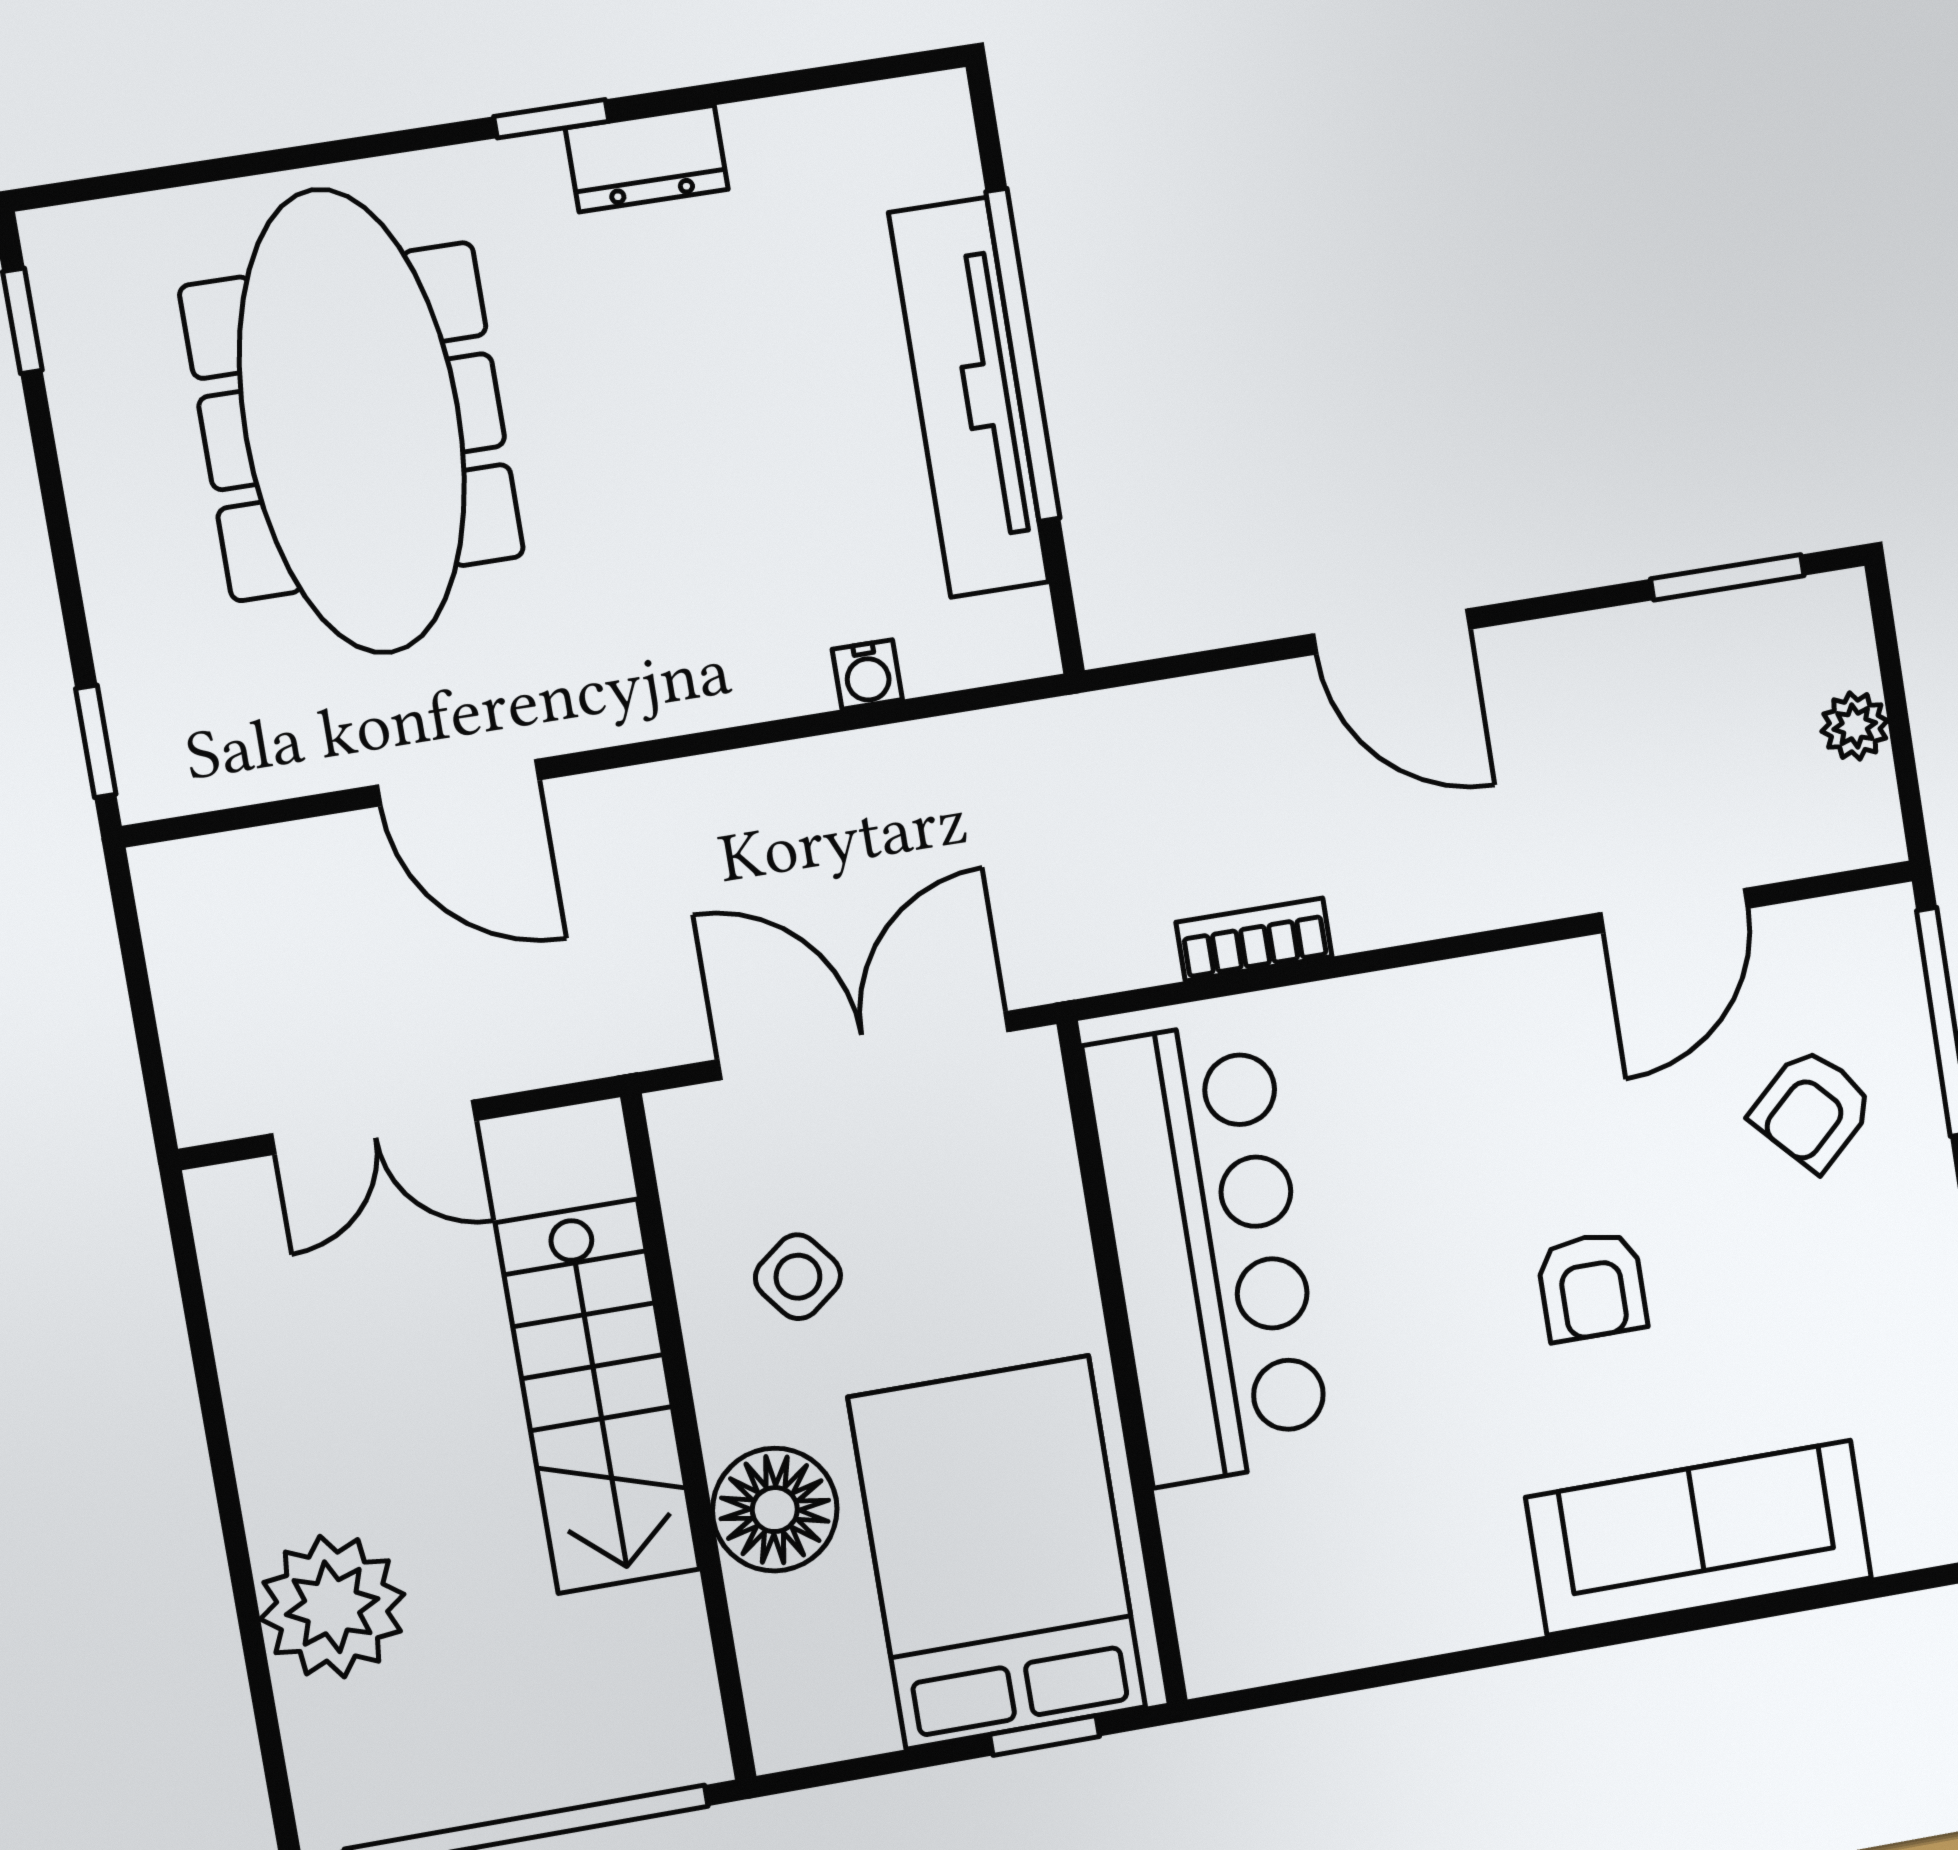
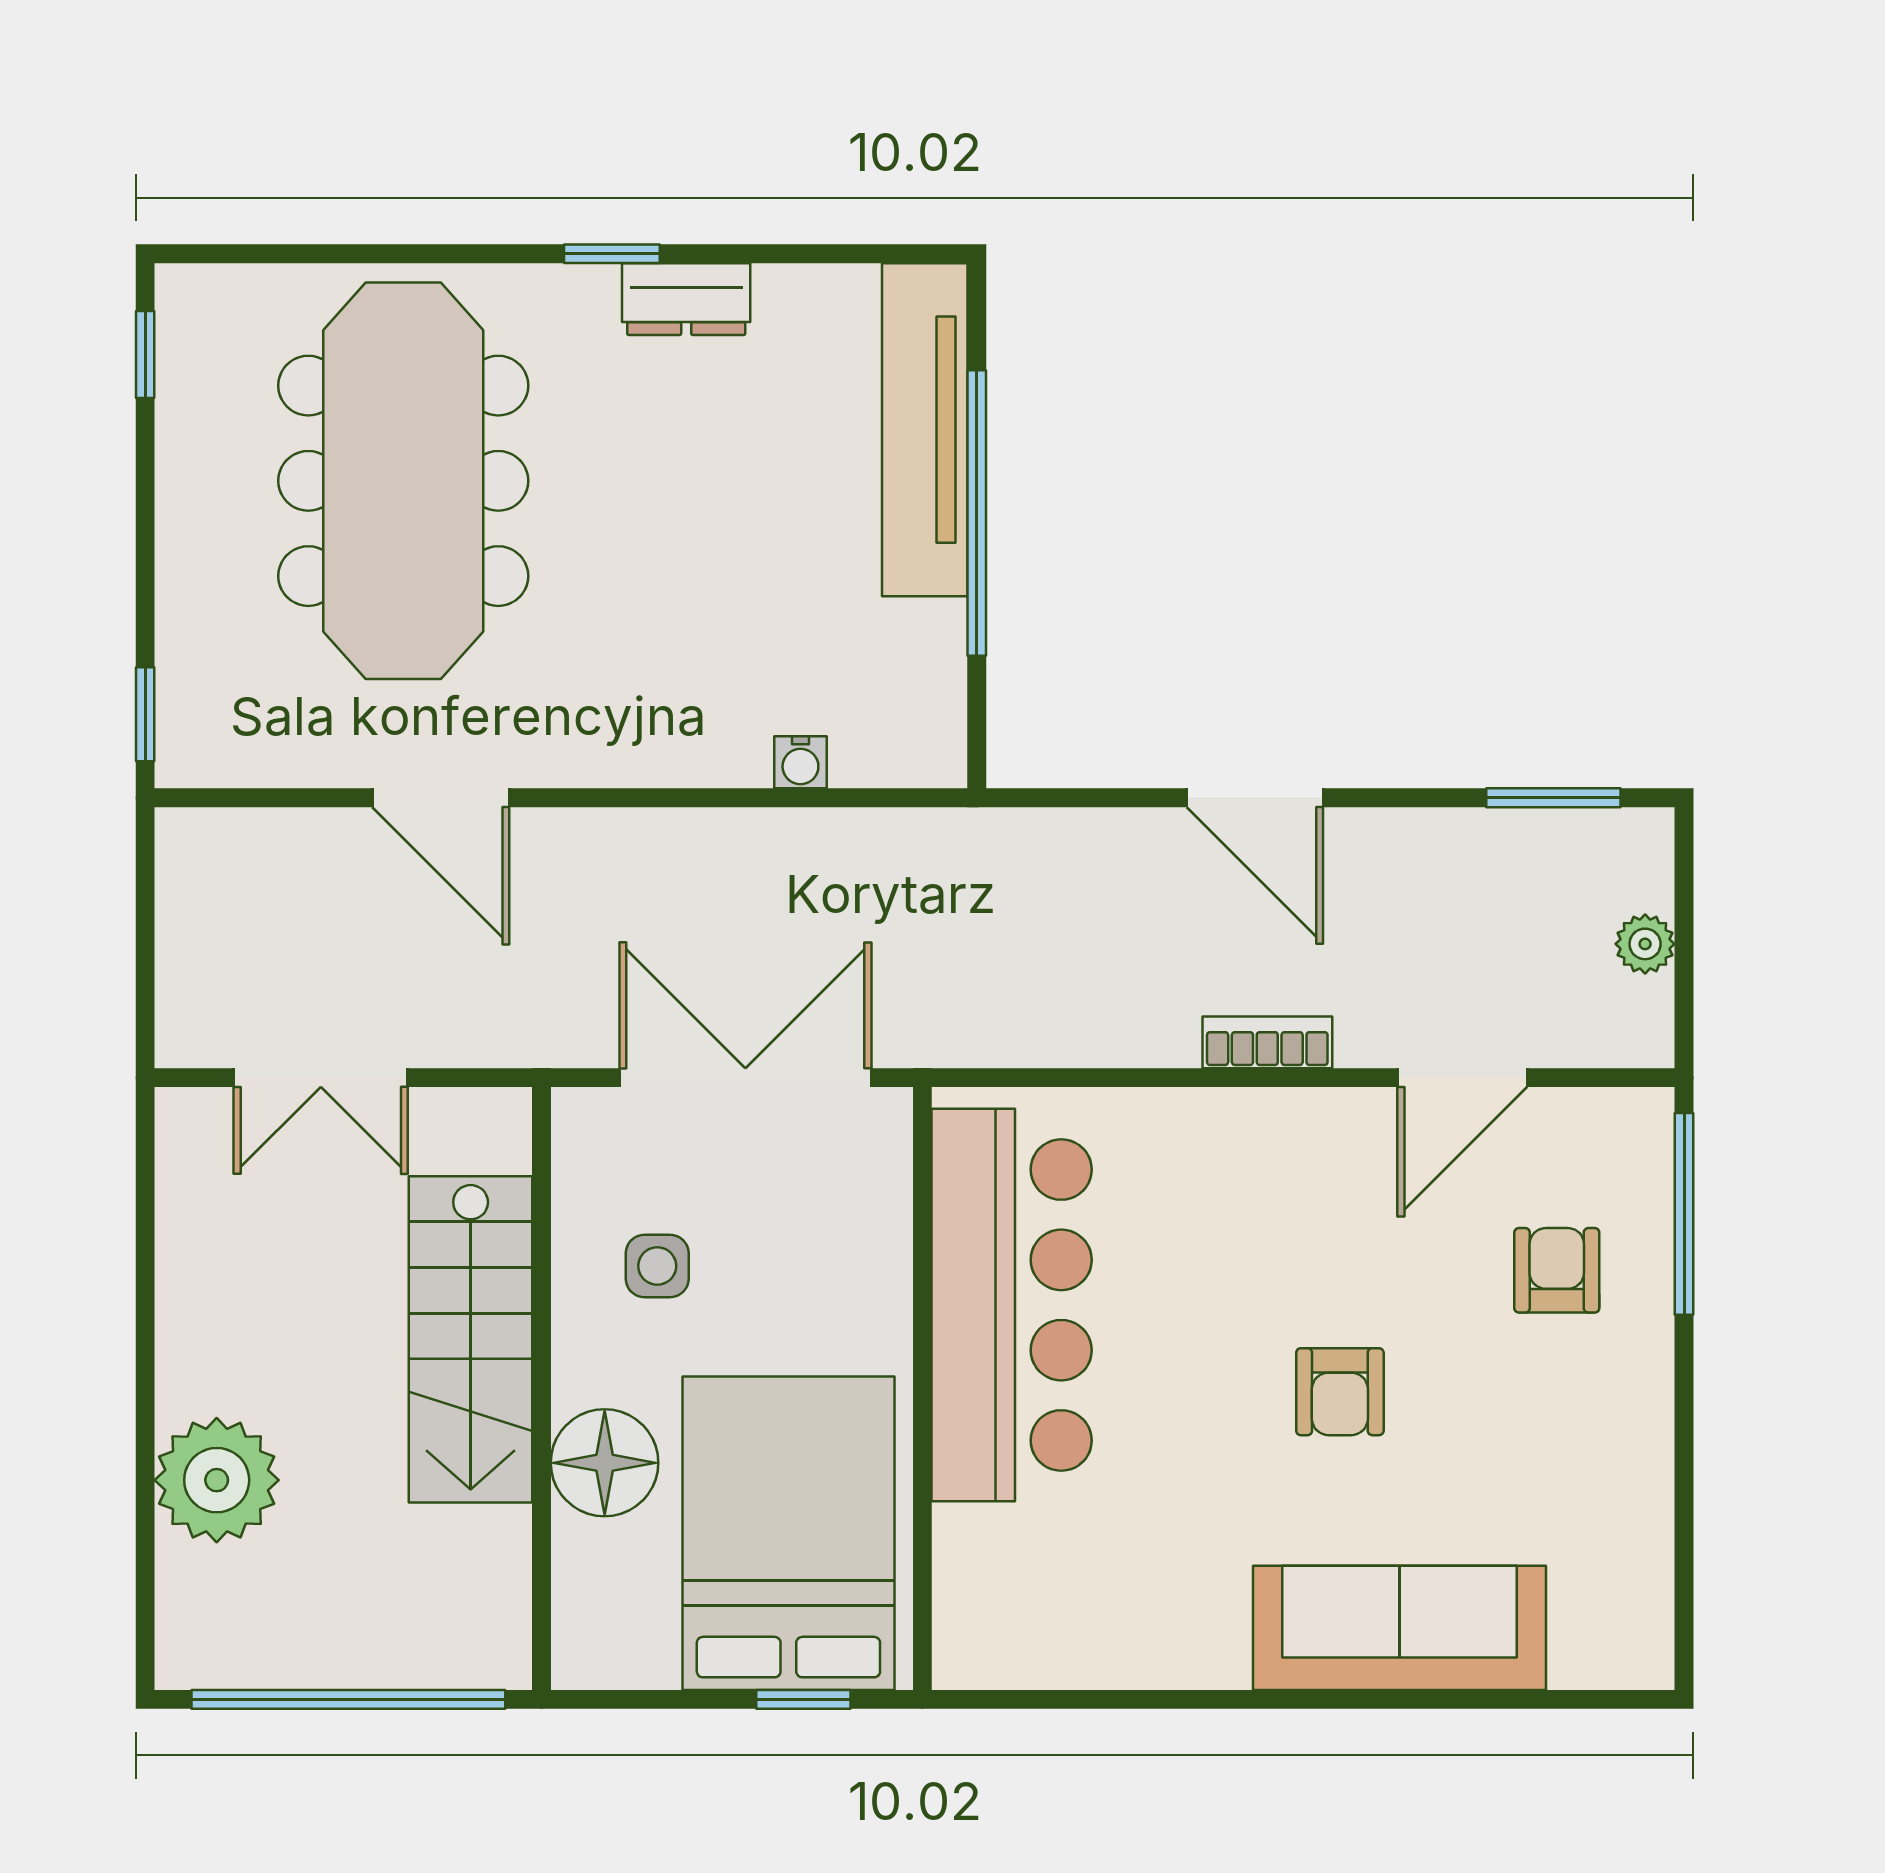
tv unit: (969, 398) -> (925, 430), moved
bookcase: (1254, 939) -> (1267, 1042), moved
armchair: (1812, 1109) -> (1557, 1270), turned 133
side table: (798, 1277) -> (657, 1266), turned 38

